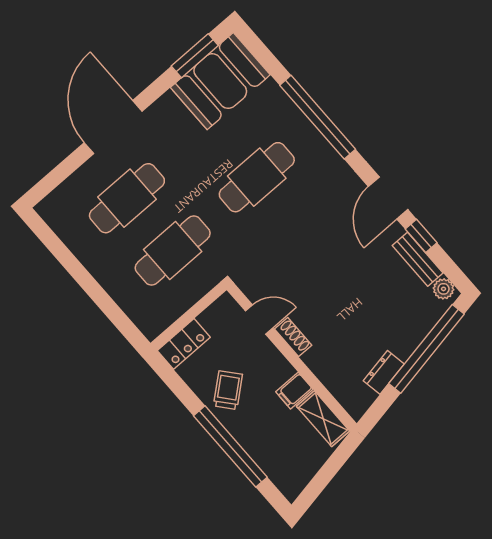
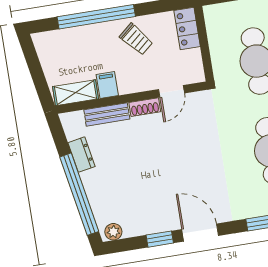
bench: (418, 259) -> (107, 114), moved

